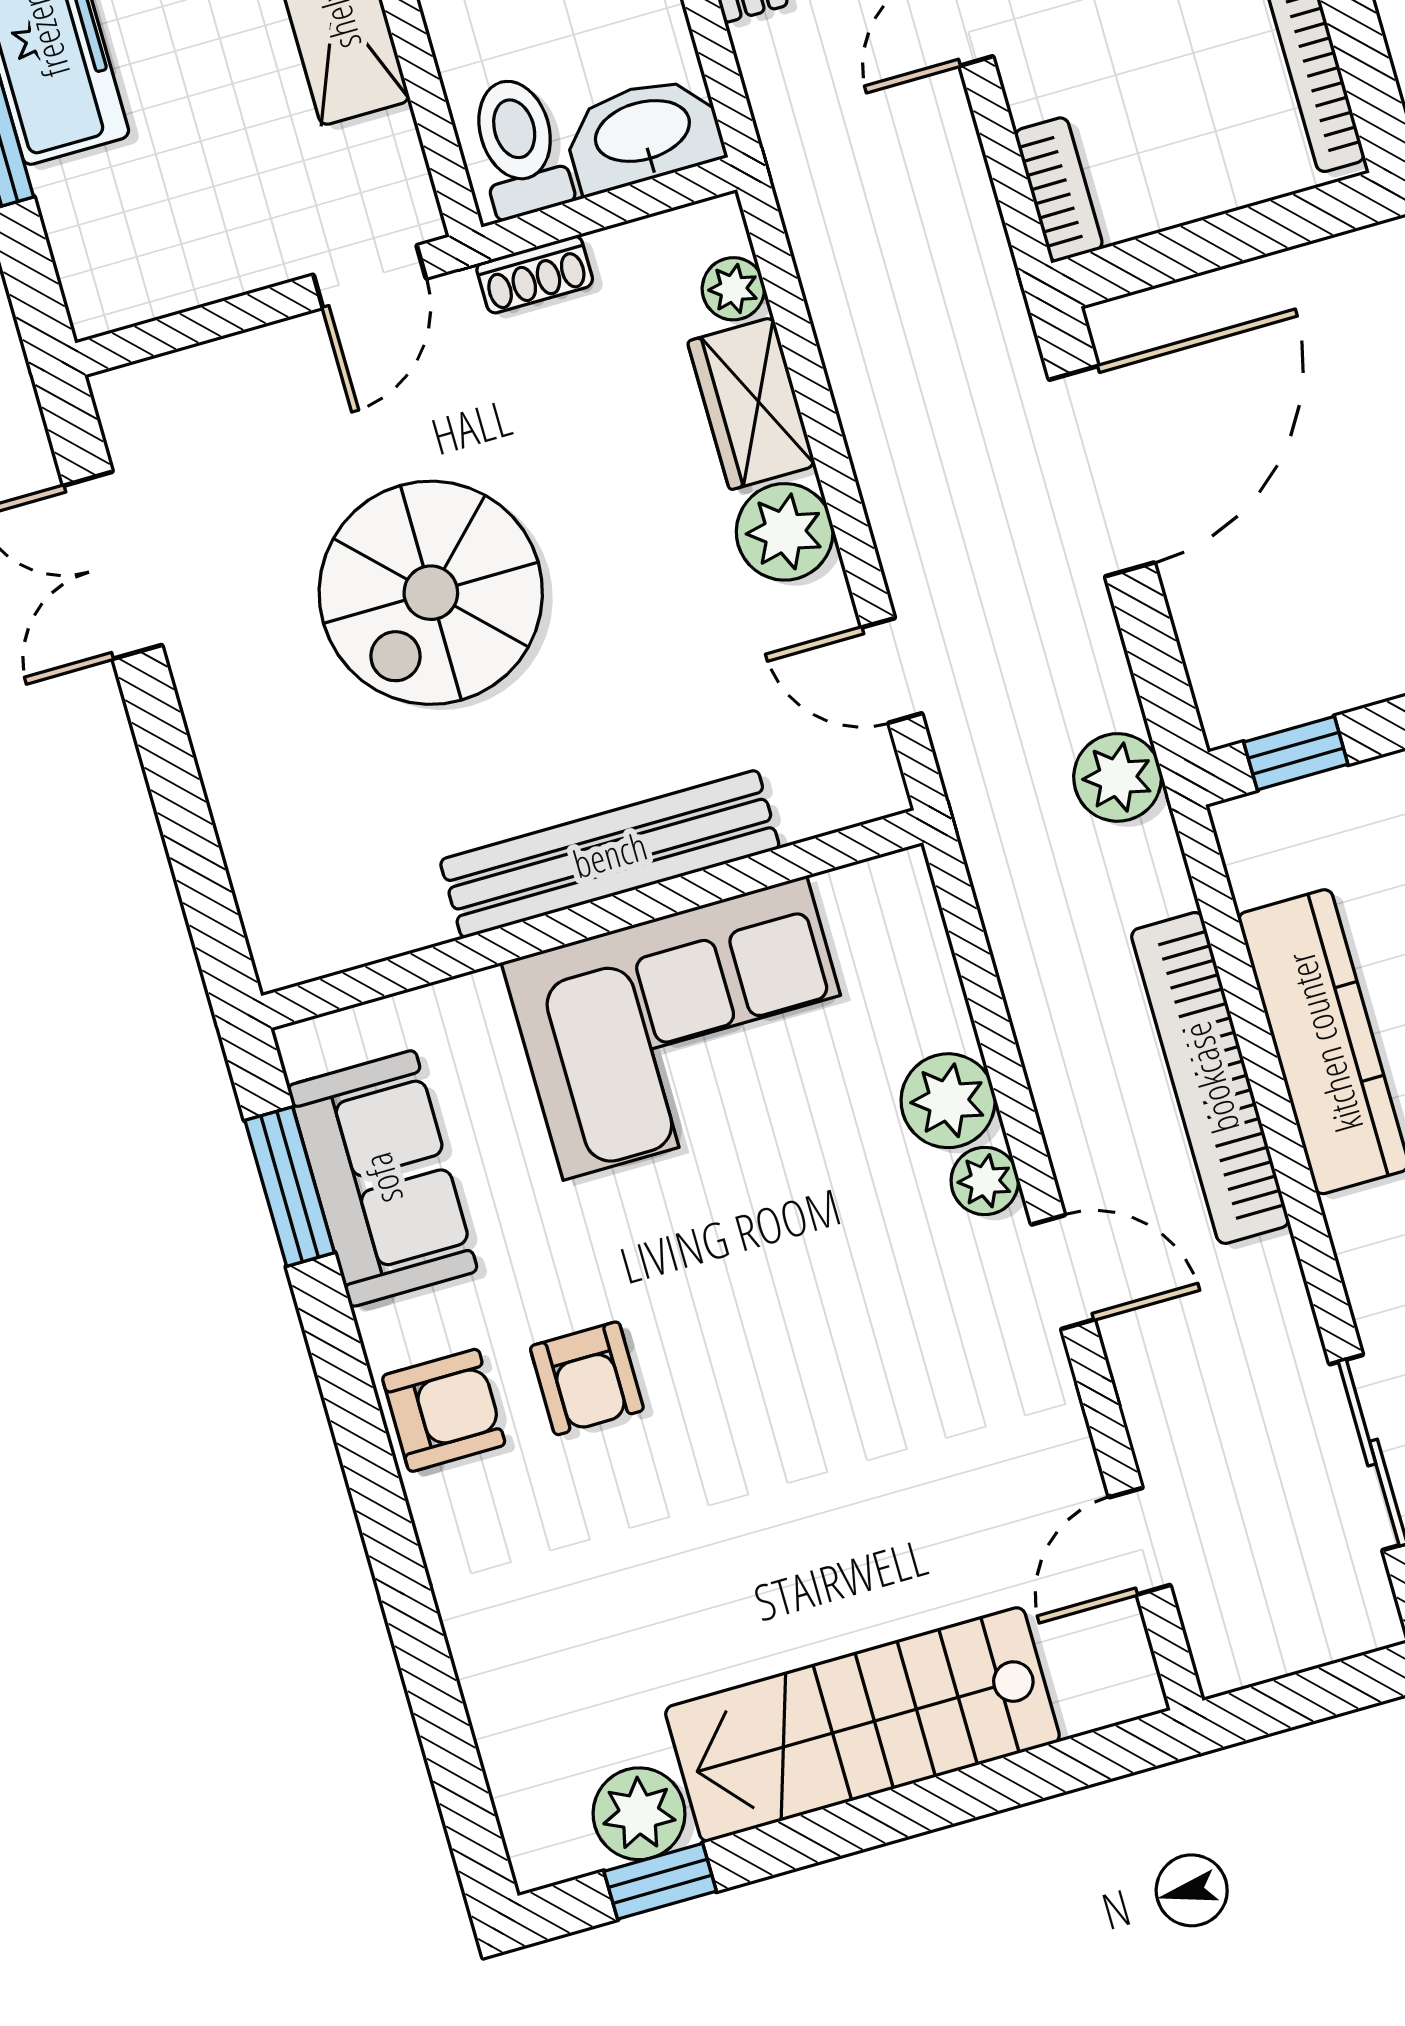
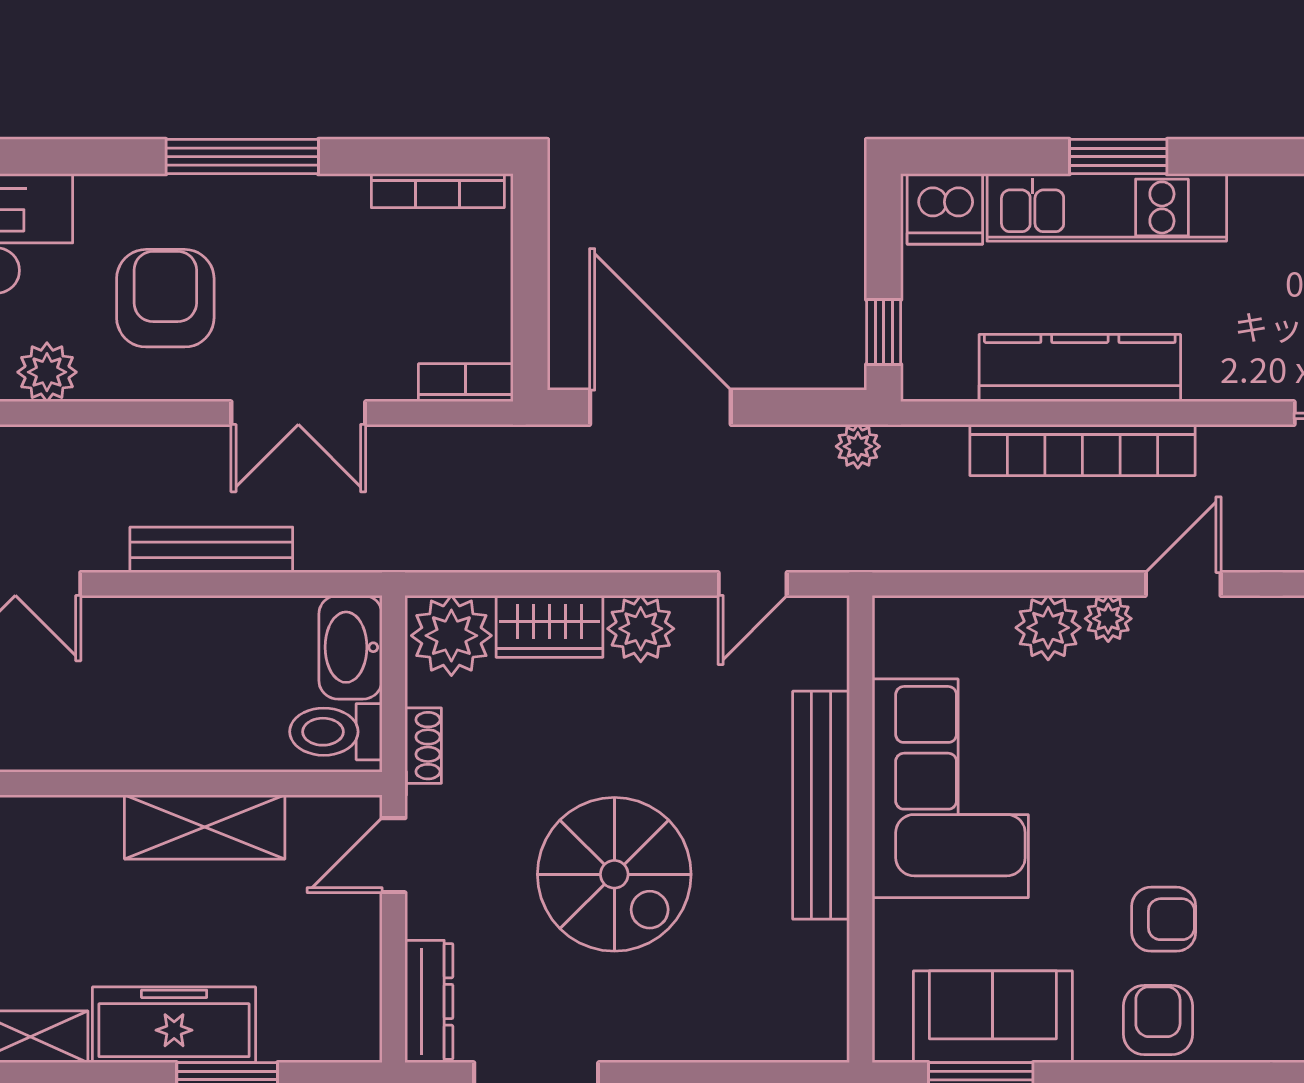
door: (370, 277) -> (394, 855), swing flipped
plant: (733, 289) -> (451, 636), width x1.88, depth x1.88
dresser: (179, 384) -> (429, 1001), added
plant: (1118, 777) -> (858, 446), width x0.73, depth x0.73

